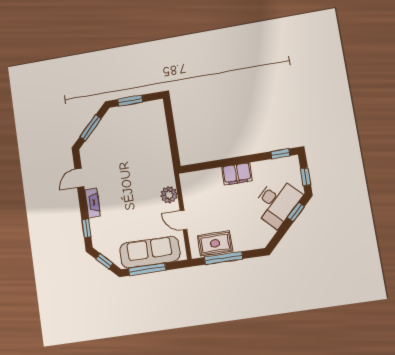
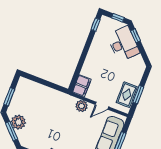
plant: (106, 129) -> (18, 122), added
filing cabinet: (237, 174) -> (82, 86), moved
window: (223, 258) -> (138, 95), width x0.69

